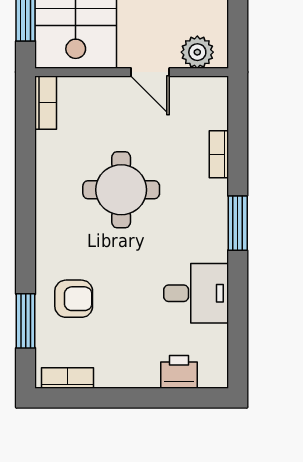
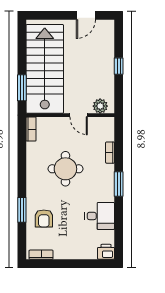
armchair: (74, 299) -> (44, 218), turned 90
window: (26, 321) -> (22, 210), moved
printer: (179, 372) -> (106, 252), moved

